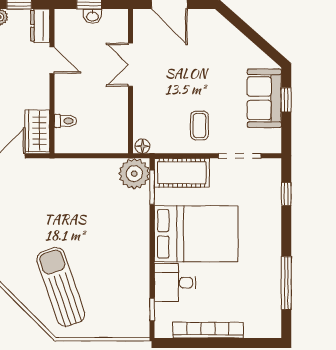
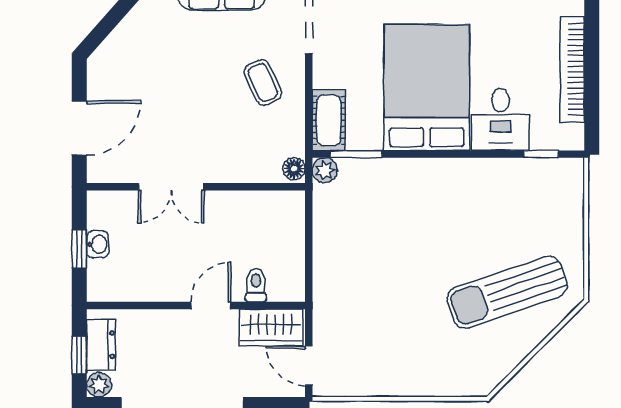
dresser: (40, 26) -> (101, 345), moved, turned -90
door: (52, 60) -> (211, 306), moved
coffee table: (199, 125) -> (263, 82), turned 65
cot: (182, 173) -> (329, 120), width x0.73, depth x0.75
plant: (134, 174) -> (325, 170), width x0.53, depth x0.53

